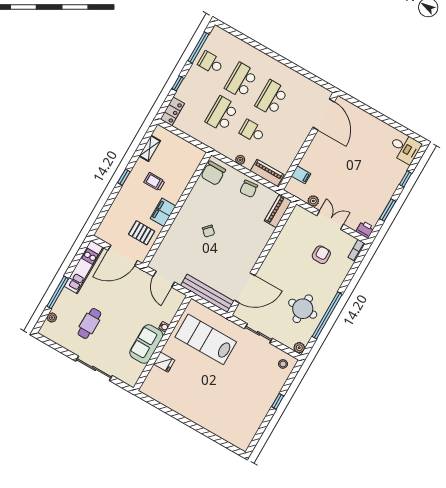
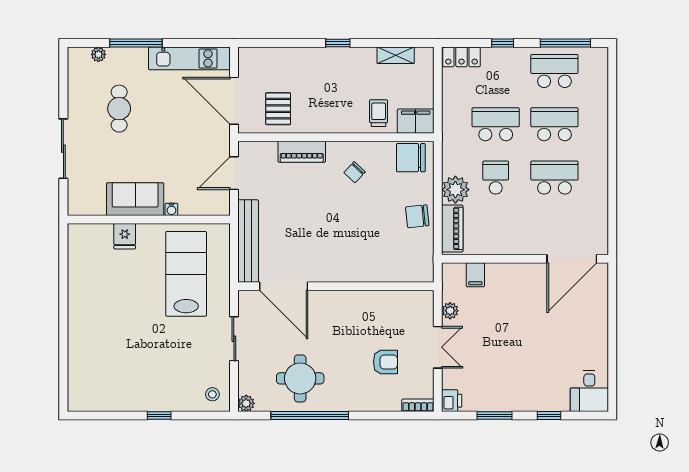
school desk: (211, 63) -> (554, 71), width x1.85
plant: (240, 160) -> (455, 190), width x1.88, depth x1.88
trolley: (154, 182) -> (379, 113), moved
piano: (278, 211) -> (302, 152), moved, turned 180
filing cabinet: (163, 212) -> (416, 121), moved
chair: (208, 231) -> (355, 172), moved
cafe table: (89, 323) -> (119, 109), turned 90

